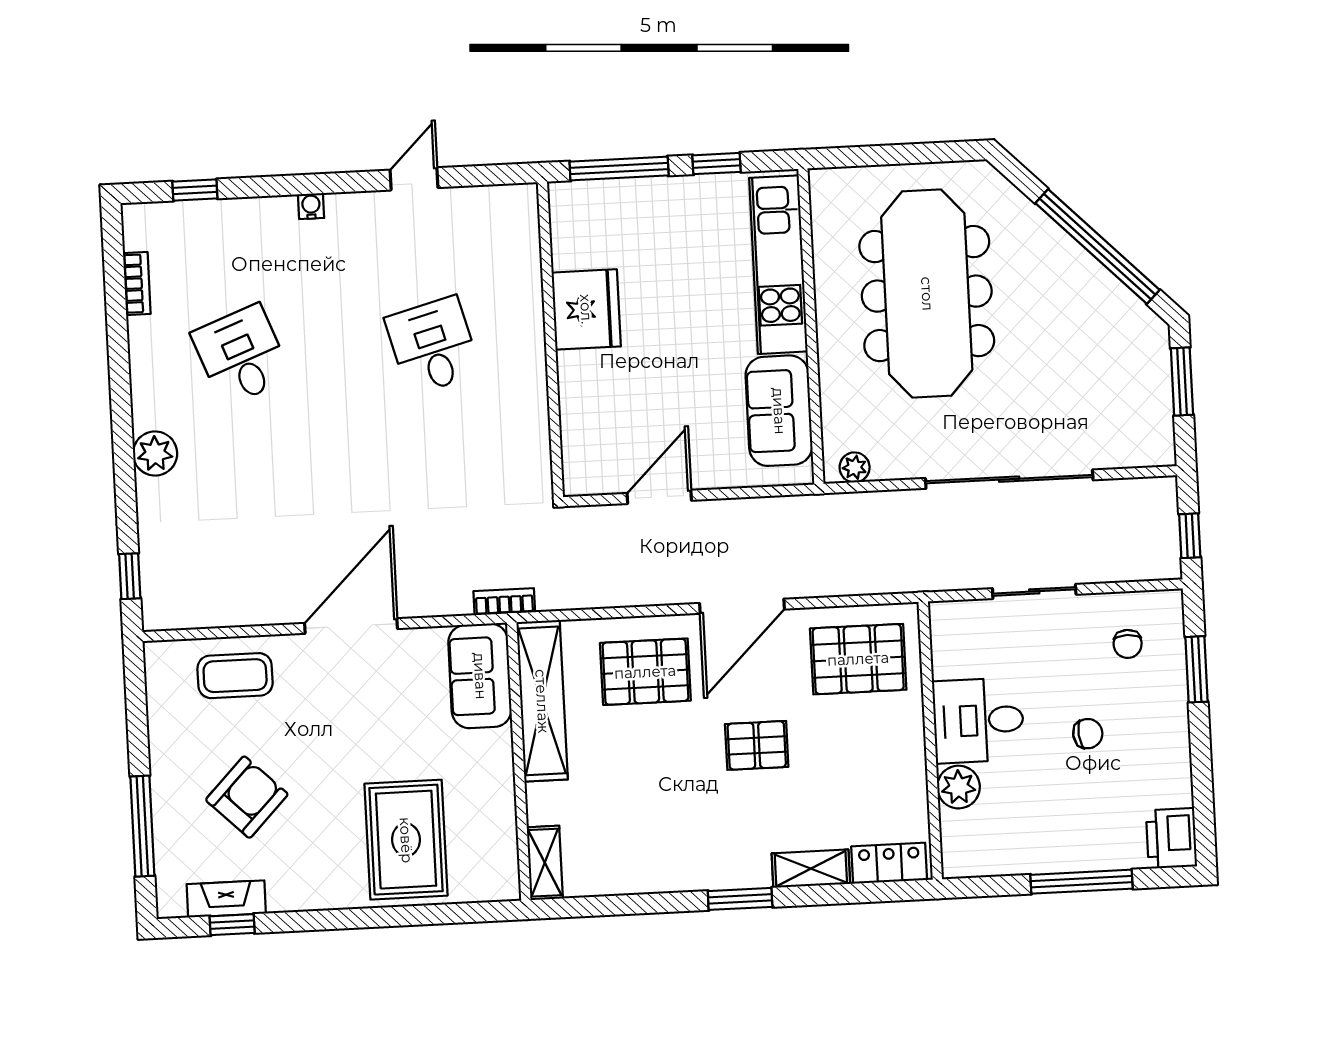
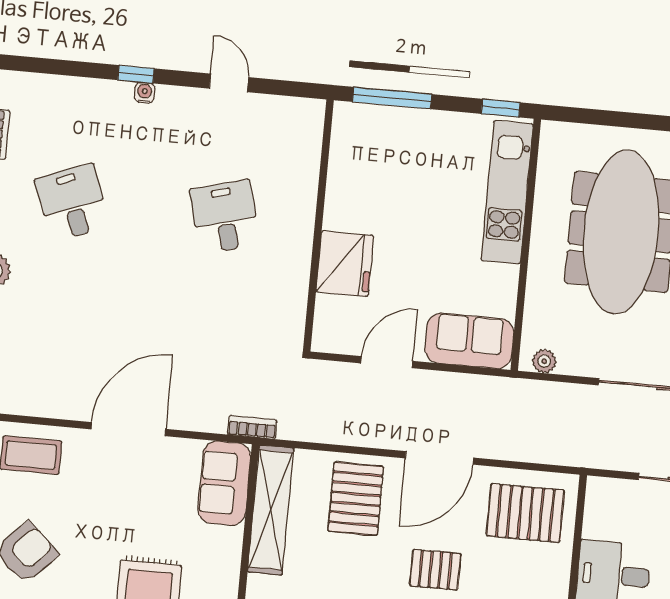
window: (717, 164) -> (501, 108), moved
door: (414, 179) -> (229, 83), hinge flipped
window: (195, 190) -> (136, 74), moved
fridge: (586, 309) -> (345, 264), moved
sofa: (779, 411) -> (469, 341), moved, turned 90
pallet: (645, 672) -> (356, 499), turned 90

